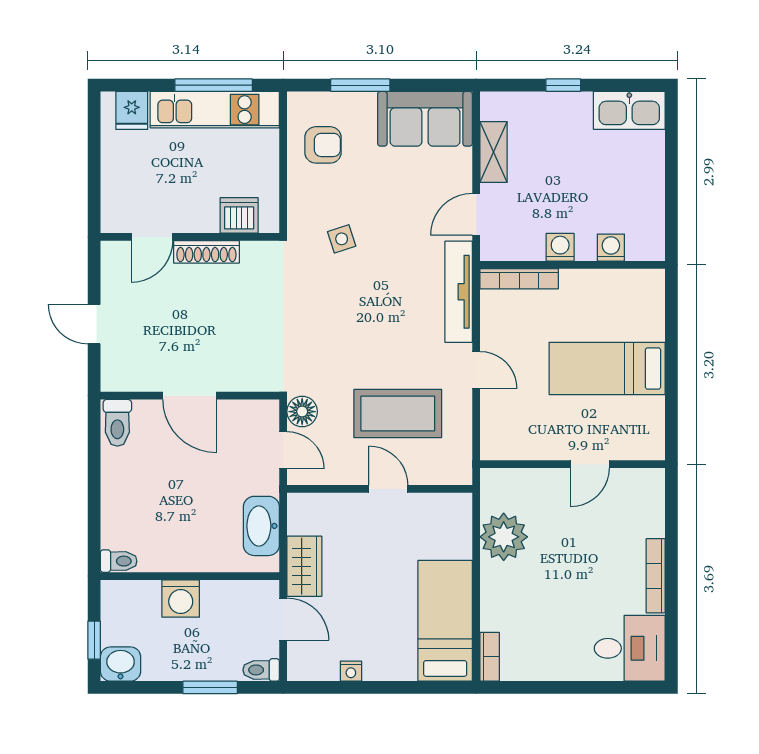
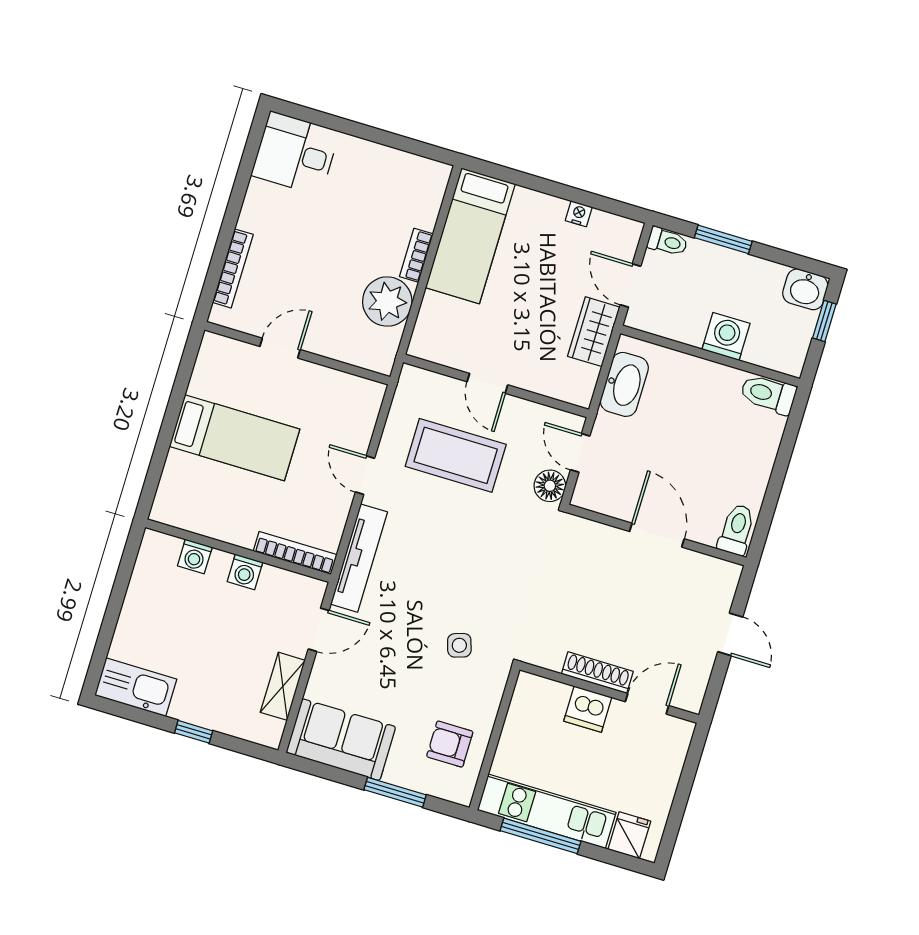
dishwasher: (239, 215) -> (588, 709), moved
toilet: (119, 561) -> (768, 394), width x1.37, depth x1.39
bookcase: (656, 576) -> (233, 268), moved
bookcase: (490, 657) -> (416, 255), moved

